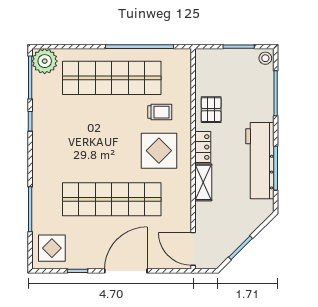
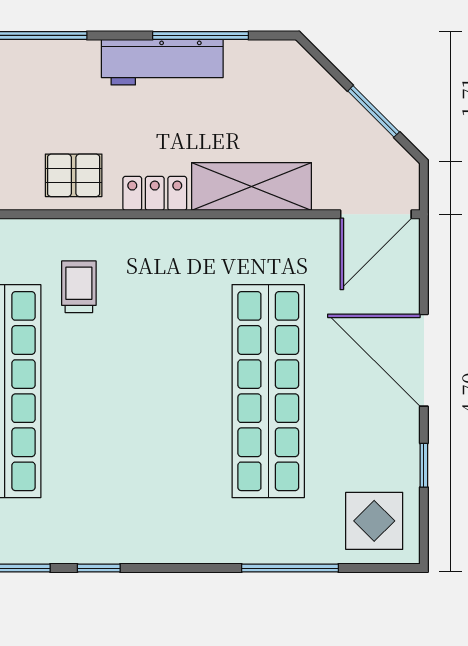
display table: (159, 151) -> (163, 289), removed
workbench: (260, 161) -> (162, 62), width x0.73, depth x0.76
shelving: (203, 182) -> (251, 186), width x1.50, depth x1.33

